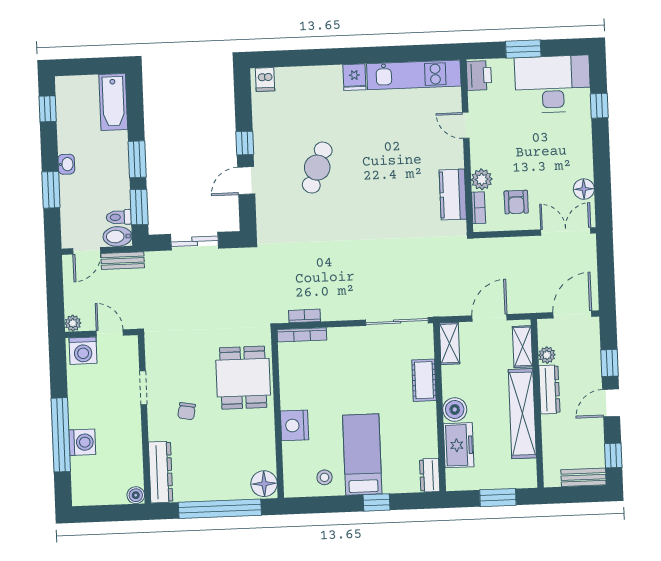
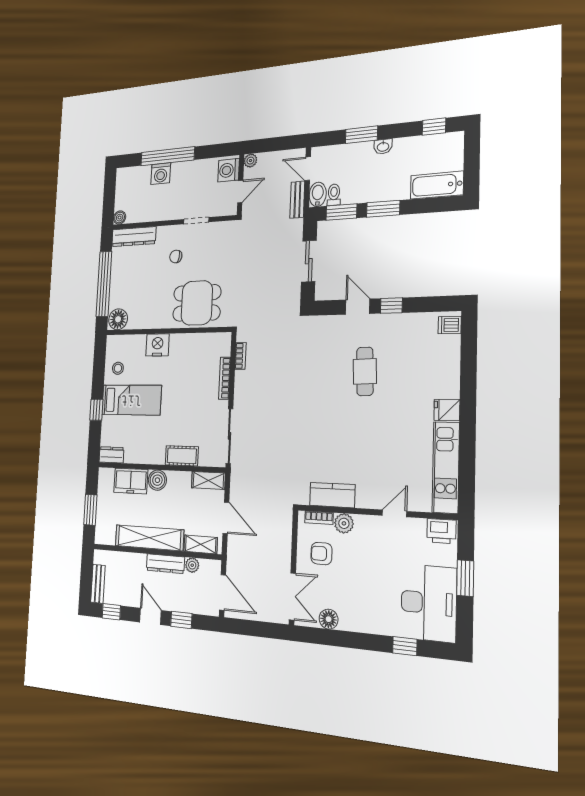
cafe table: (317, 168) -> (365, 371), turned 67
bookcase: (302, 335) -> (225, 378), moved

